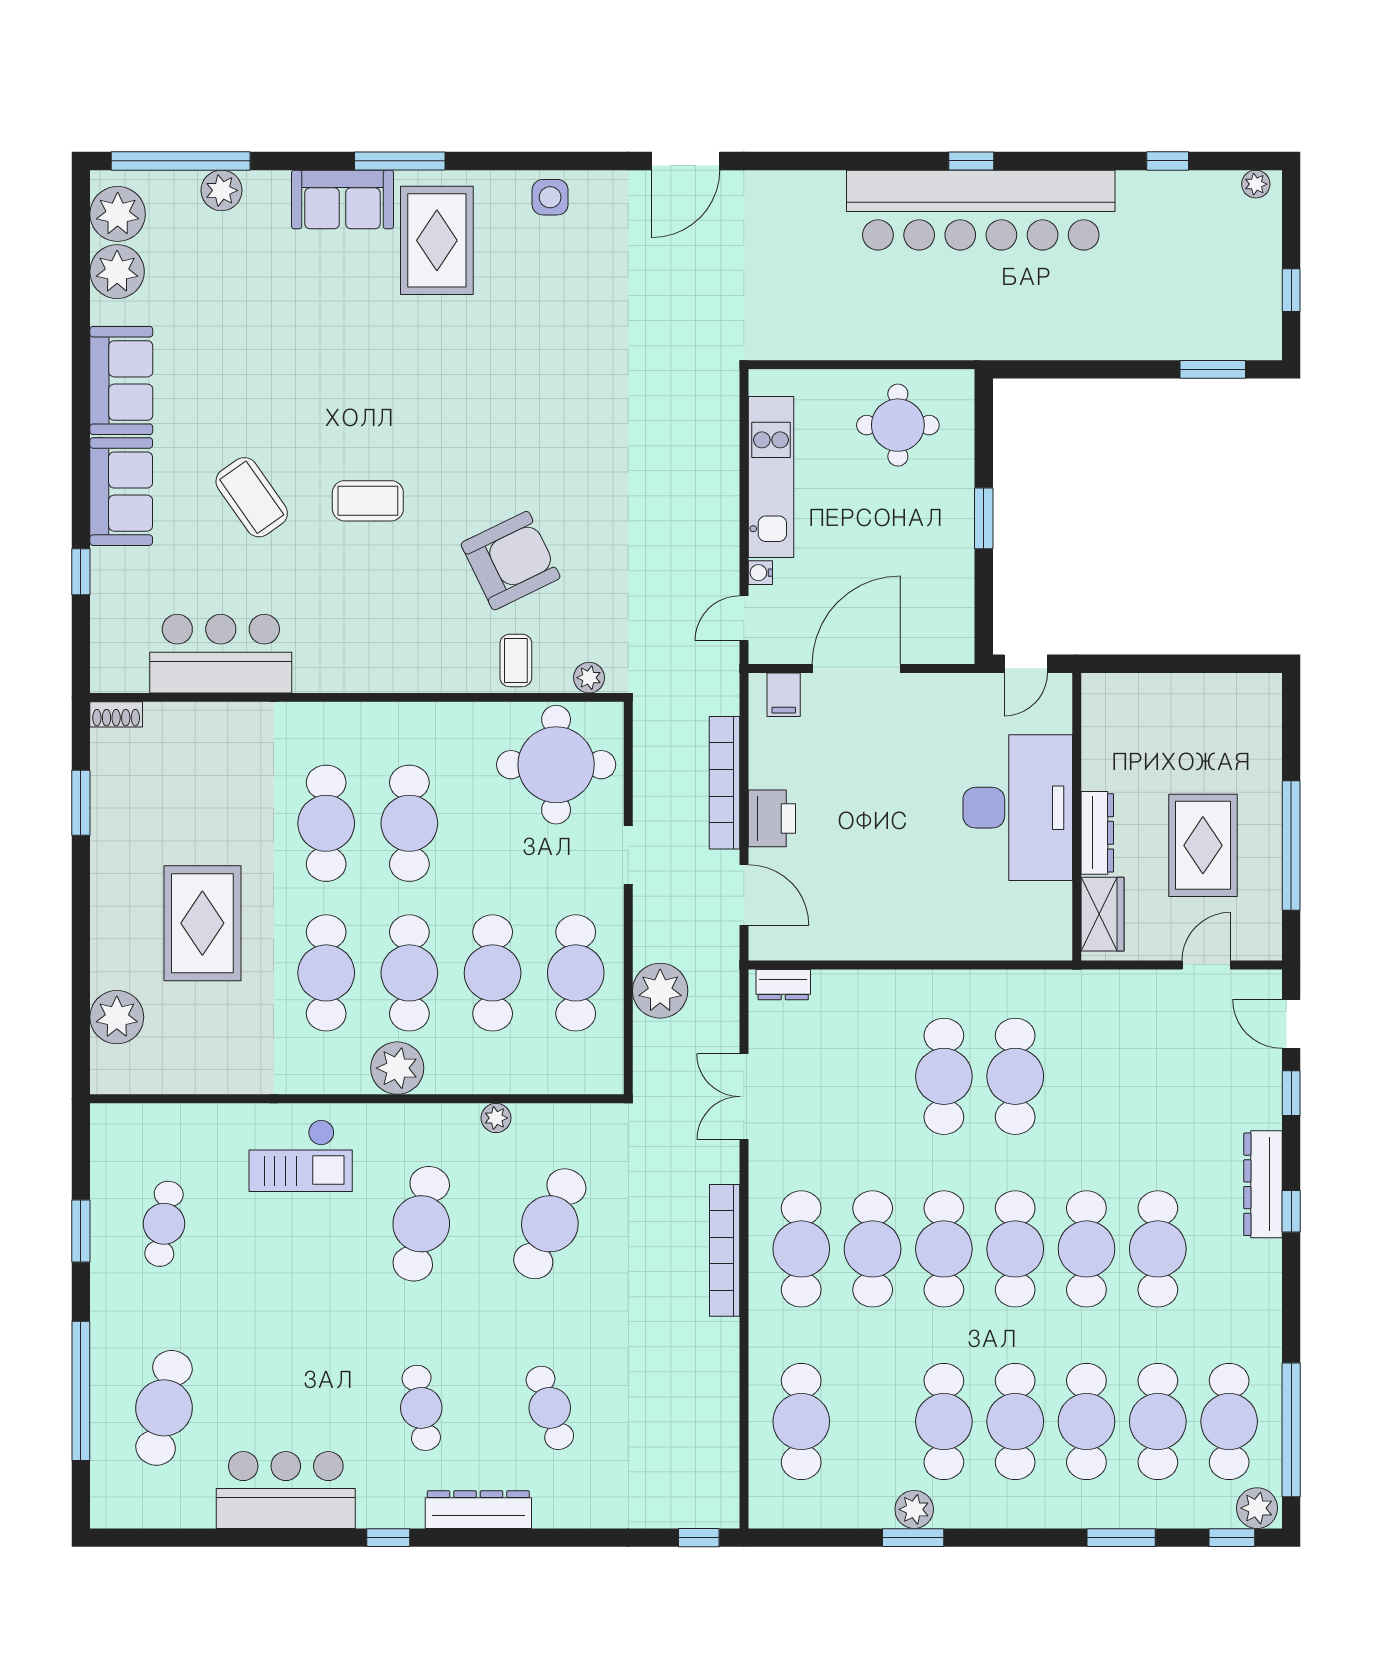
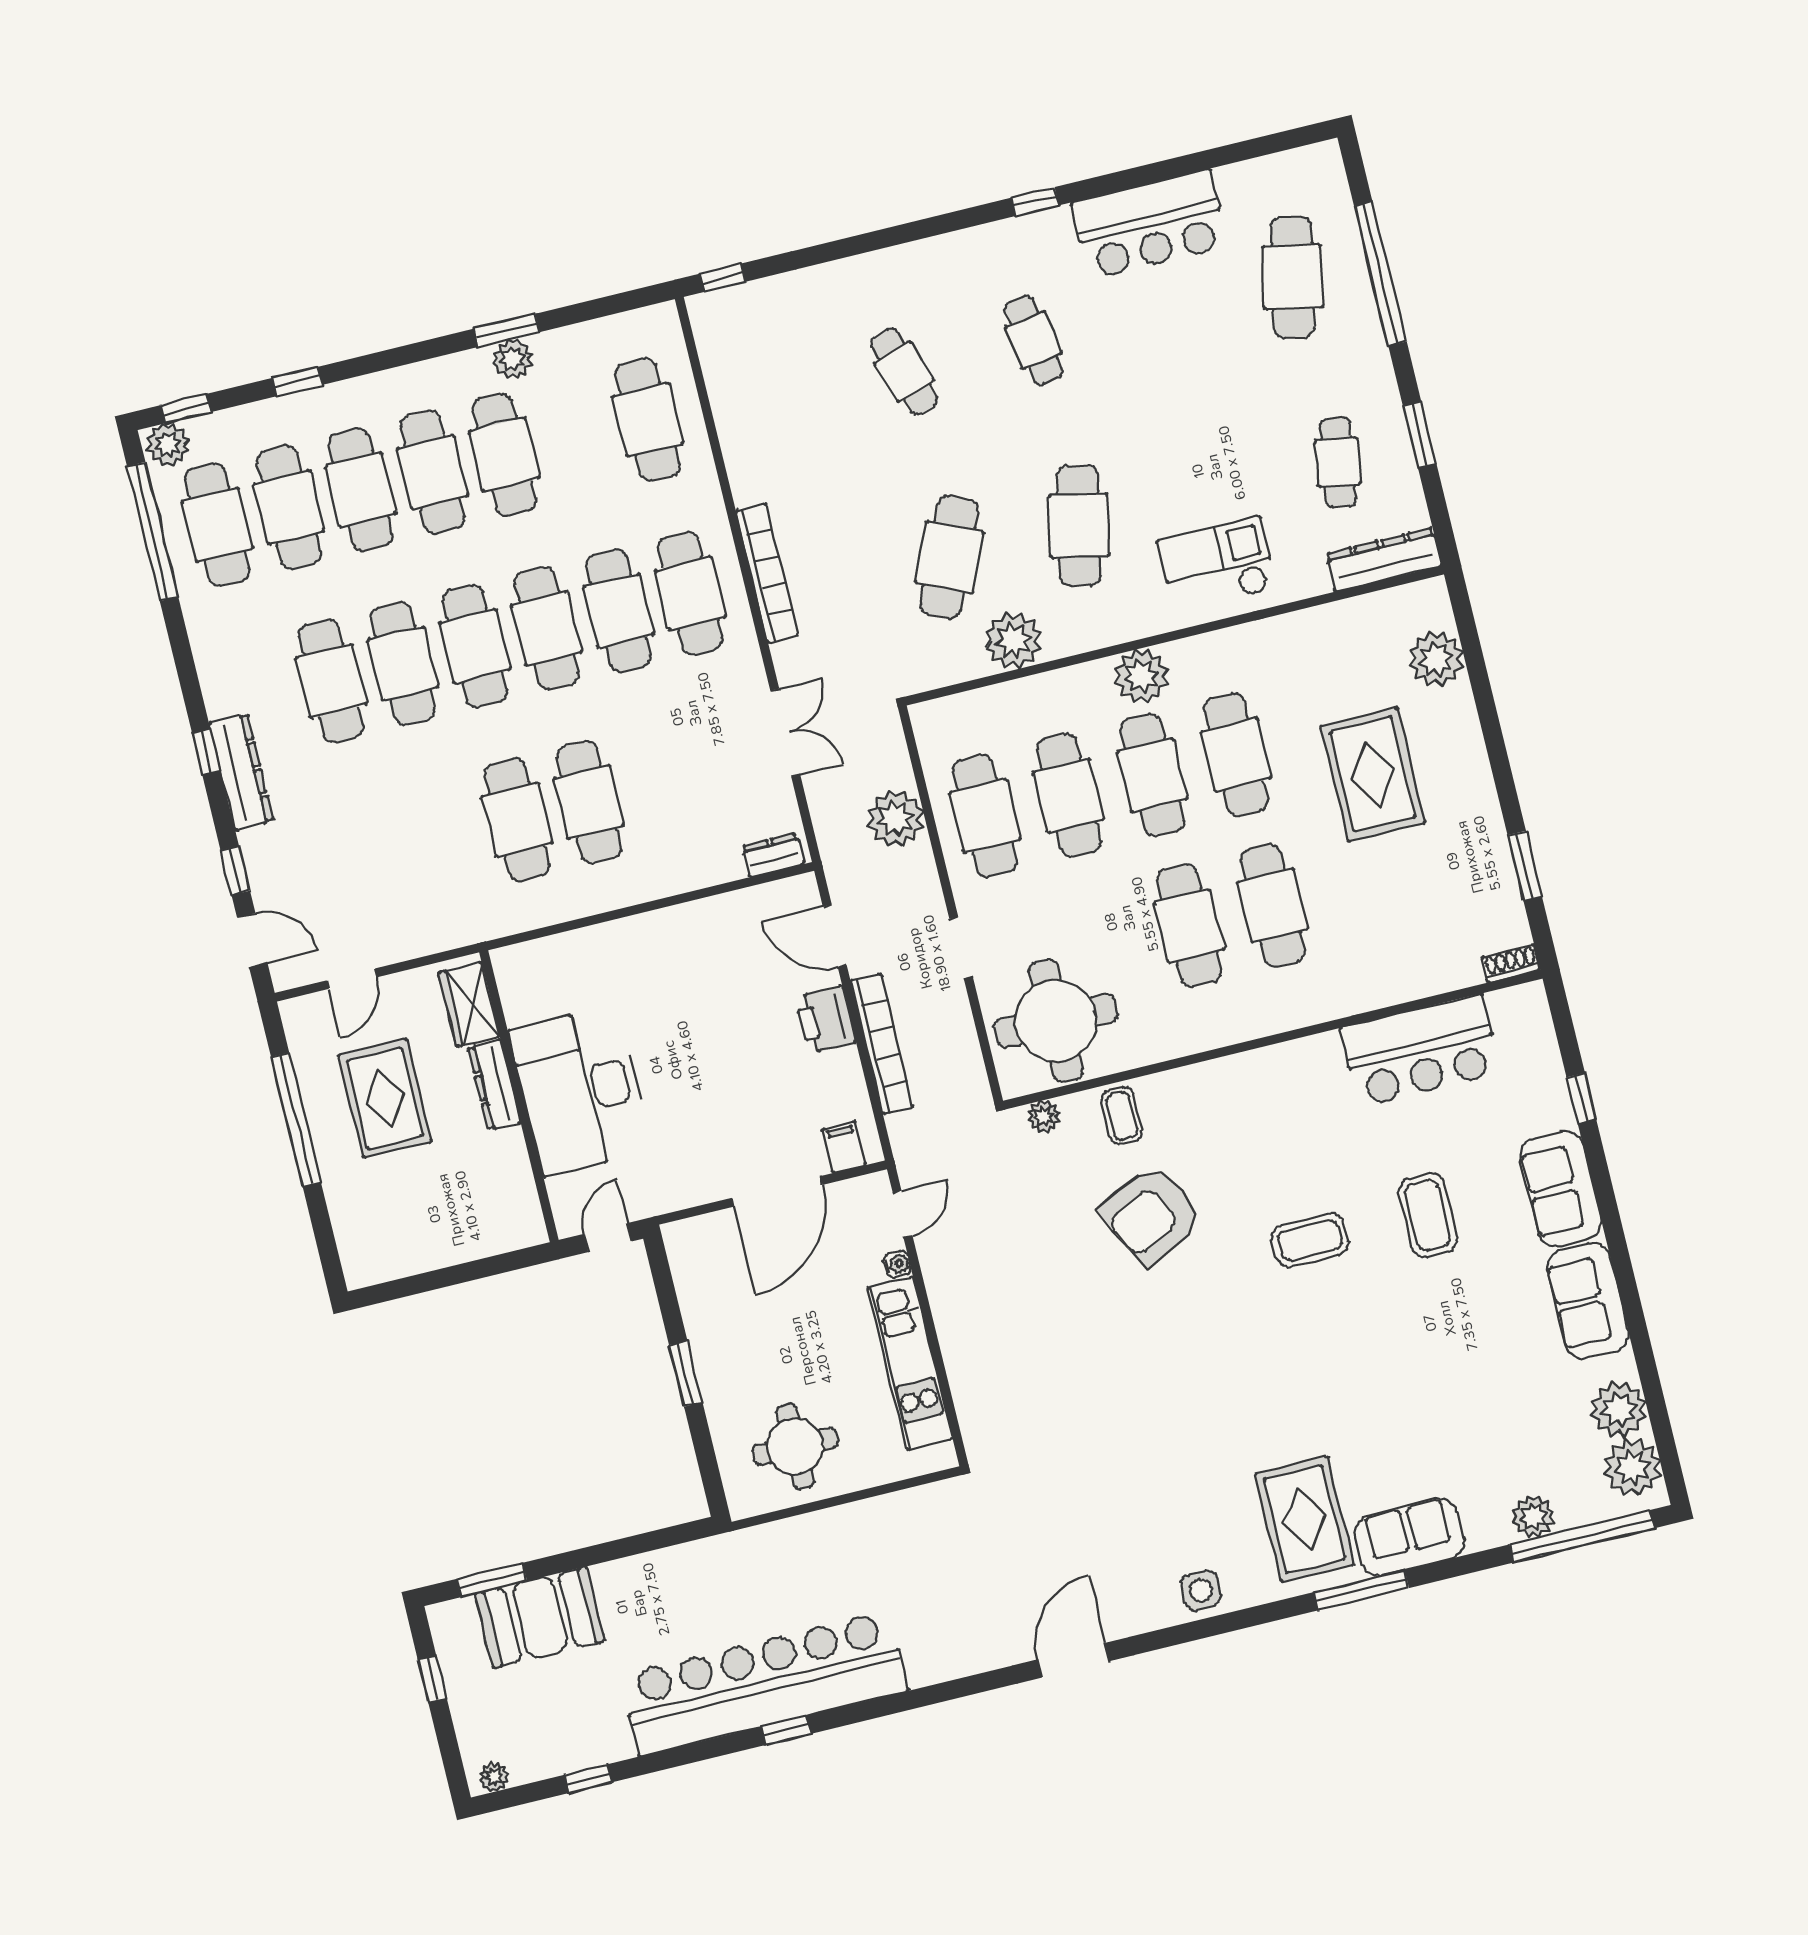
booth: (1176, 323) -> (540, 1617), added
coffee table: (252, 497) -> (1428, 1215), turned 35
plant: (496, 1118) -> (1013, 641), width x1.87, depth x1.87
dresser: (478, 1510) -> (1384, 560), moved, turned 180
window: (1121, 1538) -> (297, 381), width x0.67

